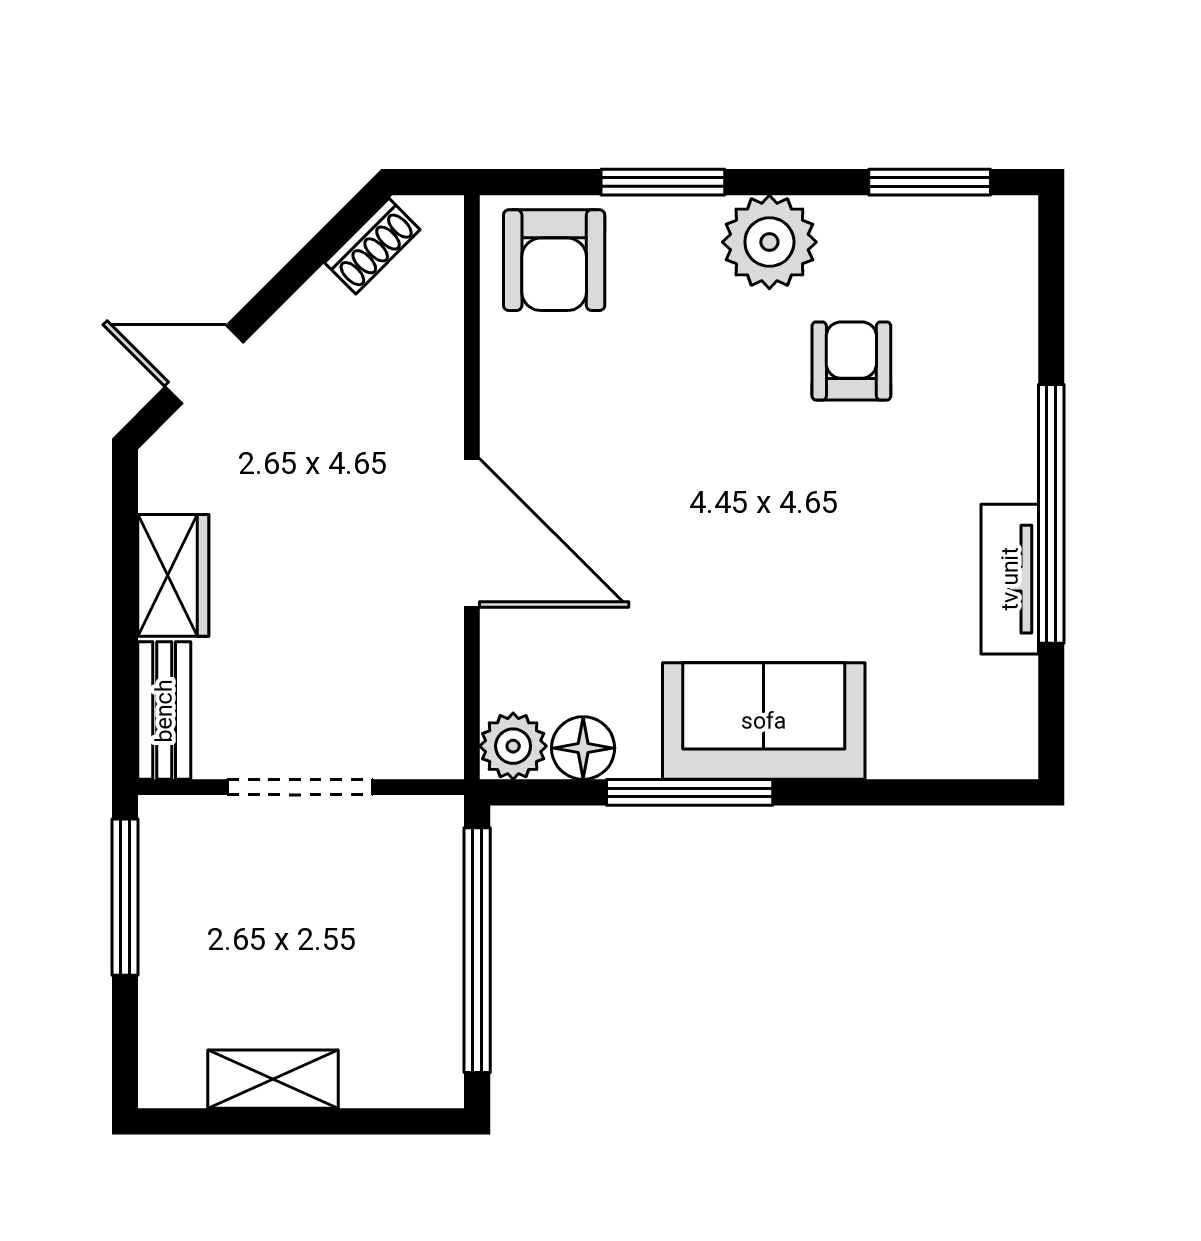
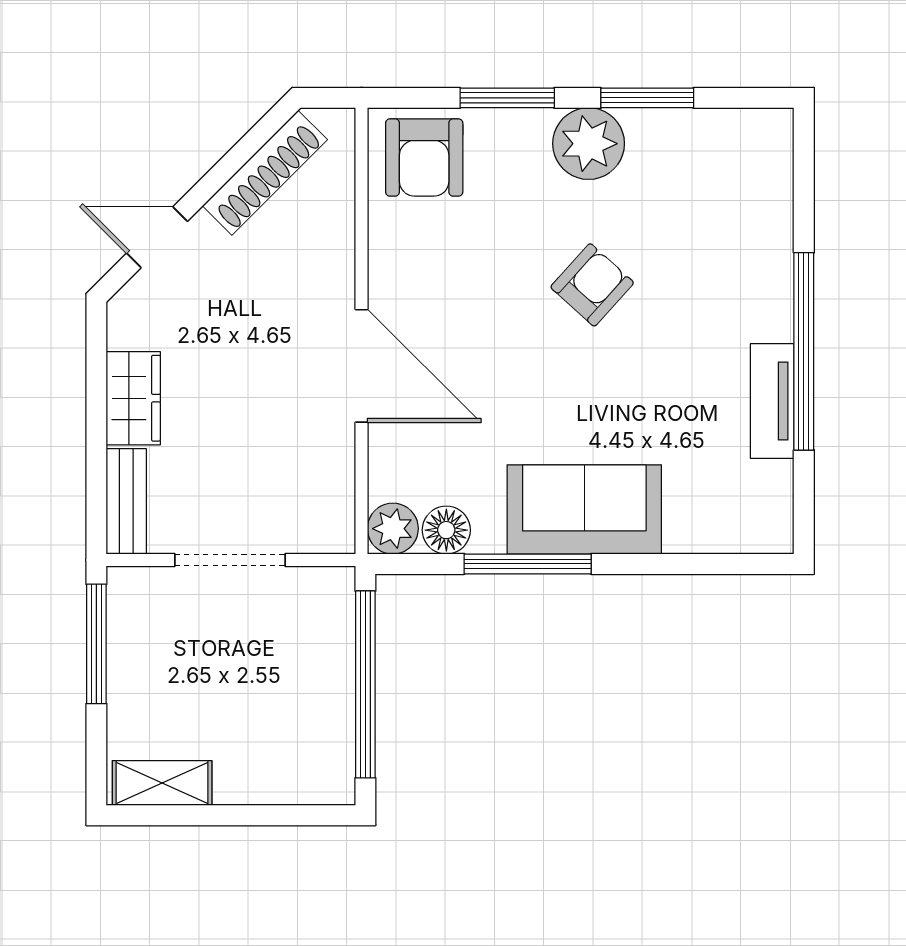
window: (930, 182) -> (647, 98), moved
shoe rack: (372, 246) -> (265, 173), width x1.94, depth x1.24
armchair: (851, 361) -> (592, 285), moved, turned 42
shelving: (273, 1079) -> (162, 783), moved

